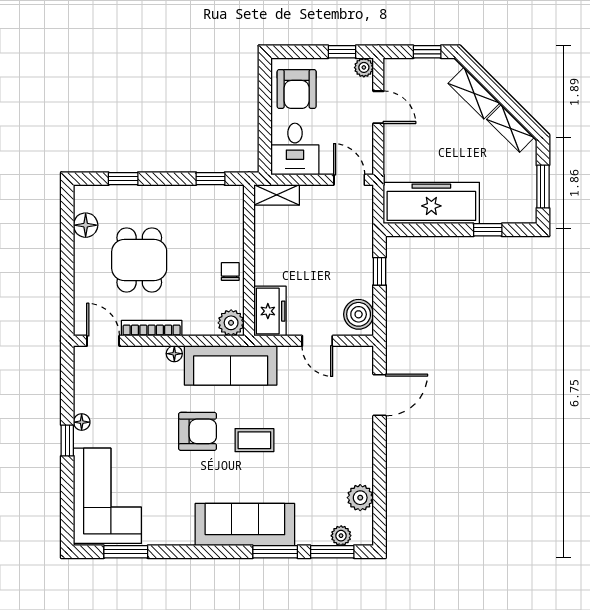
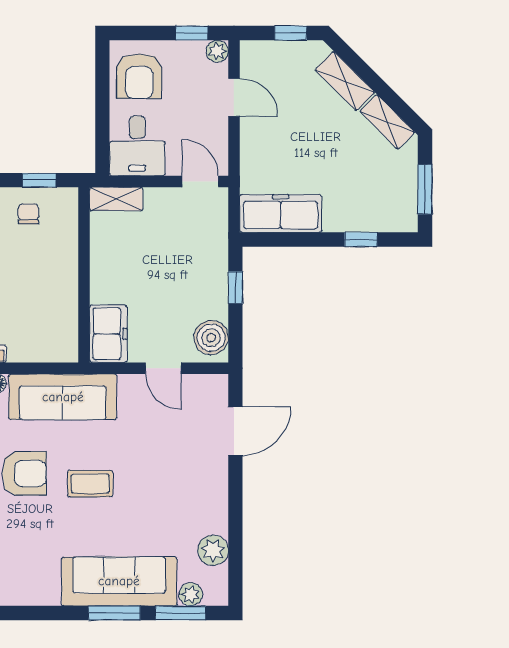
freezer: (431, 203) -> (281, 213), width x0.73, depth x0.79
chair: (230, 271) -> (28, 214), moved
plant: (231, 323) -> (63, 347), removed
sofa: (245, 525) -> (119, 581), moved

